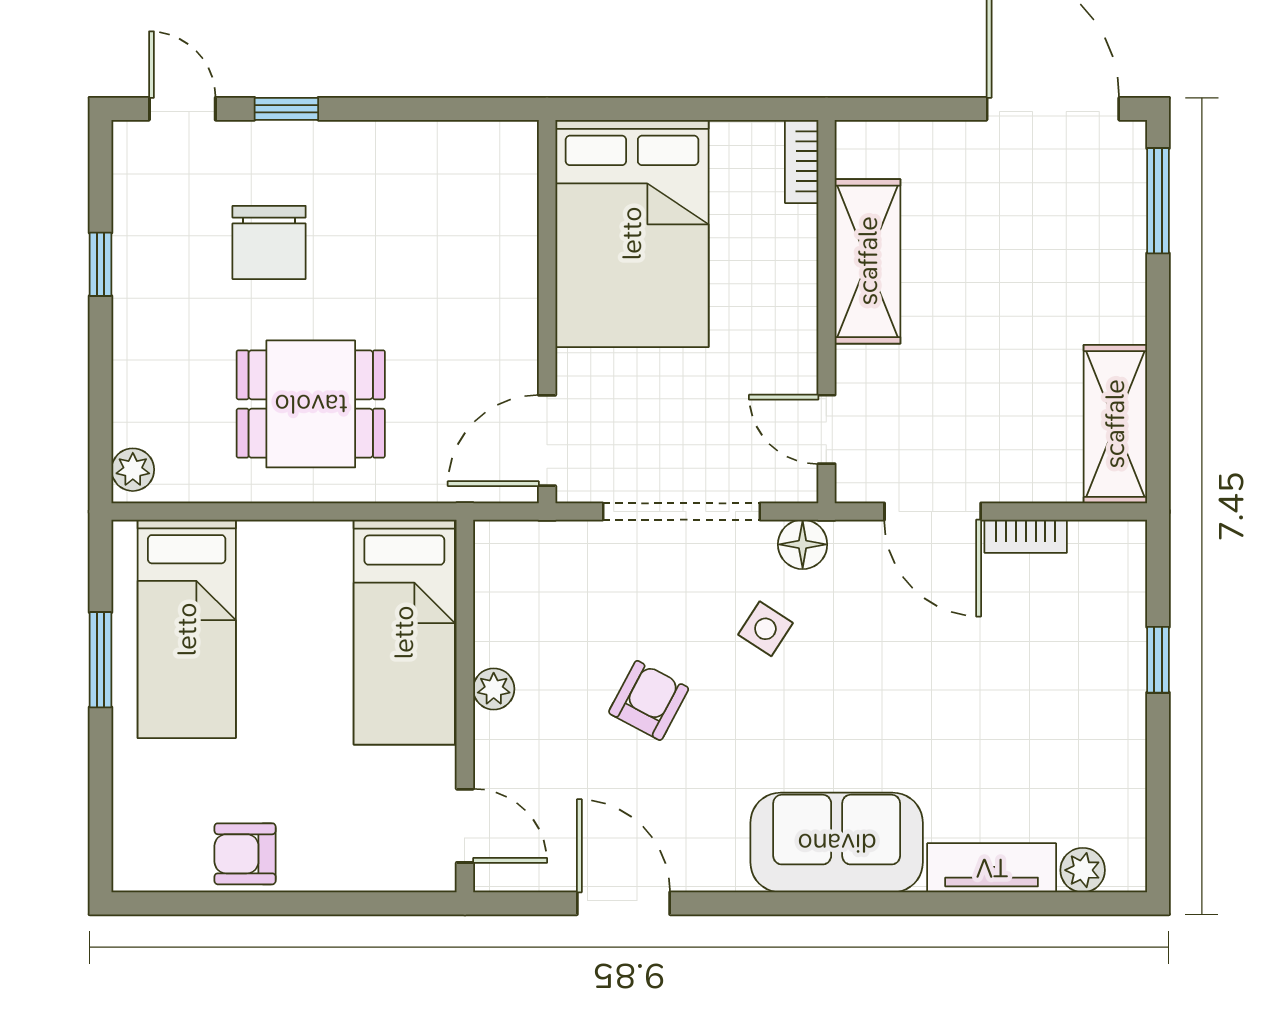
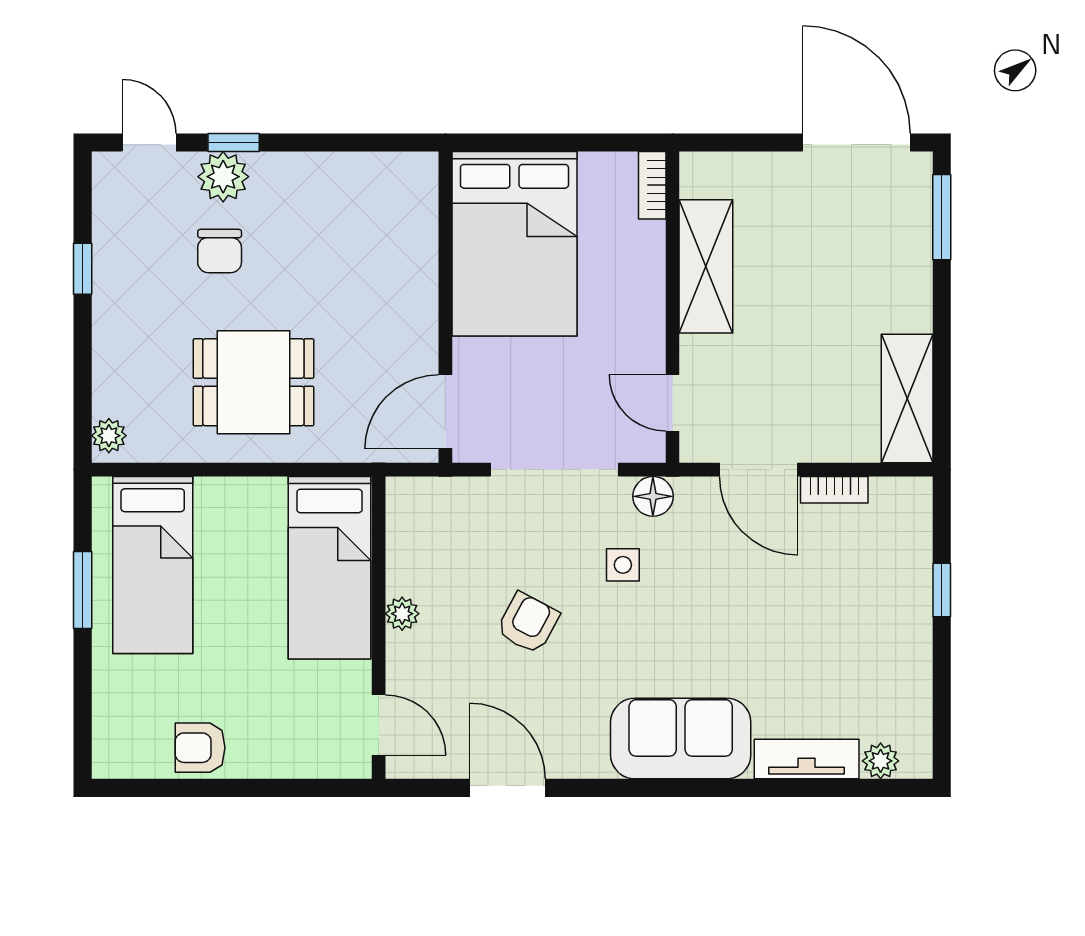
plant: (273, 151) -> (223, 177), added
chair: (269, 242) -> (220, 251), width x0.73, depth x0.73
side table: (765, 629) -> (623, 565), turned -33

